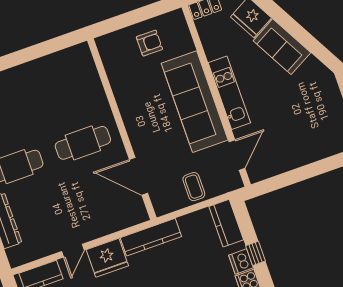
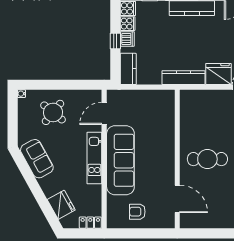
sofa: (282, 47) -> (37, 159), moved
round table: (304, 133) -> (53, 112), added
door: (138, 176) -> (177, 199), moved
coffee table: (194, 187) -> (142, 102), removed

